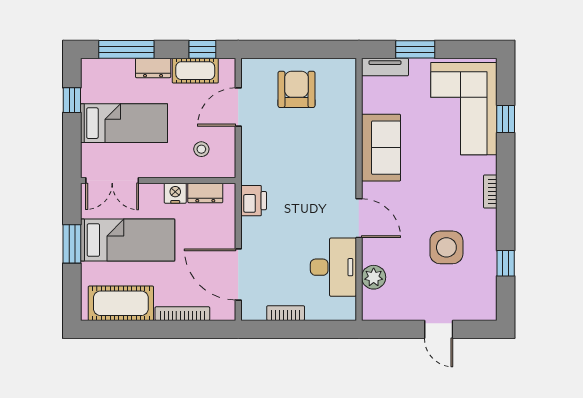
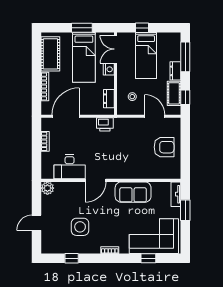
window: (72, 100) -> (142, 28), moved
nightstand: (175, 193) -> (109, 69), moved
plant: (374, 277) -> (47, 188), moved

